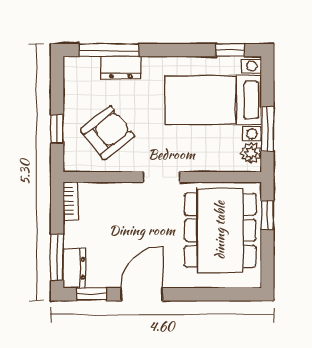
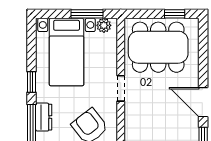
window: (230, 50) -> (31, 82), moved
window: (267, 215) -> (175, 14), moved

